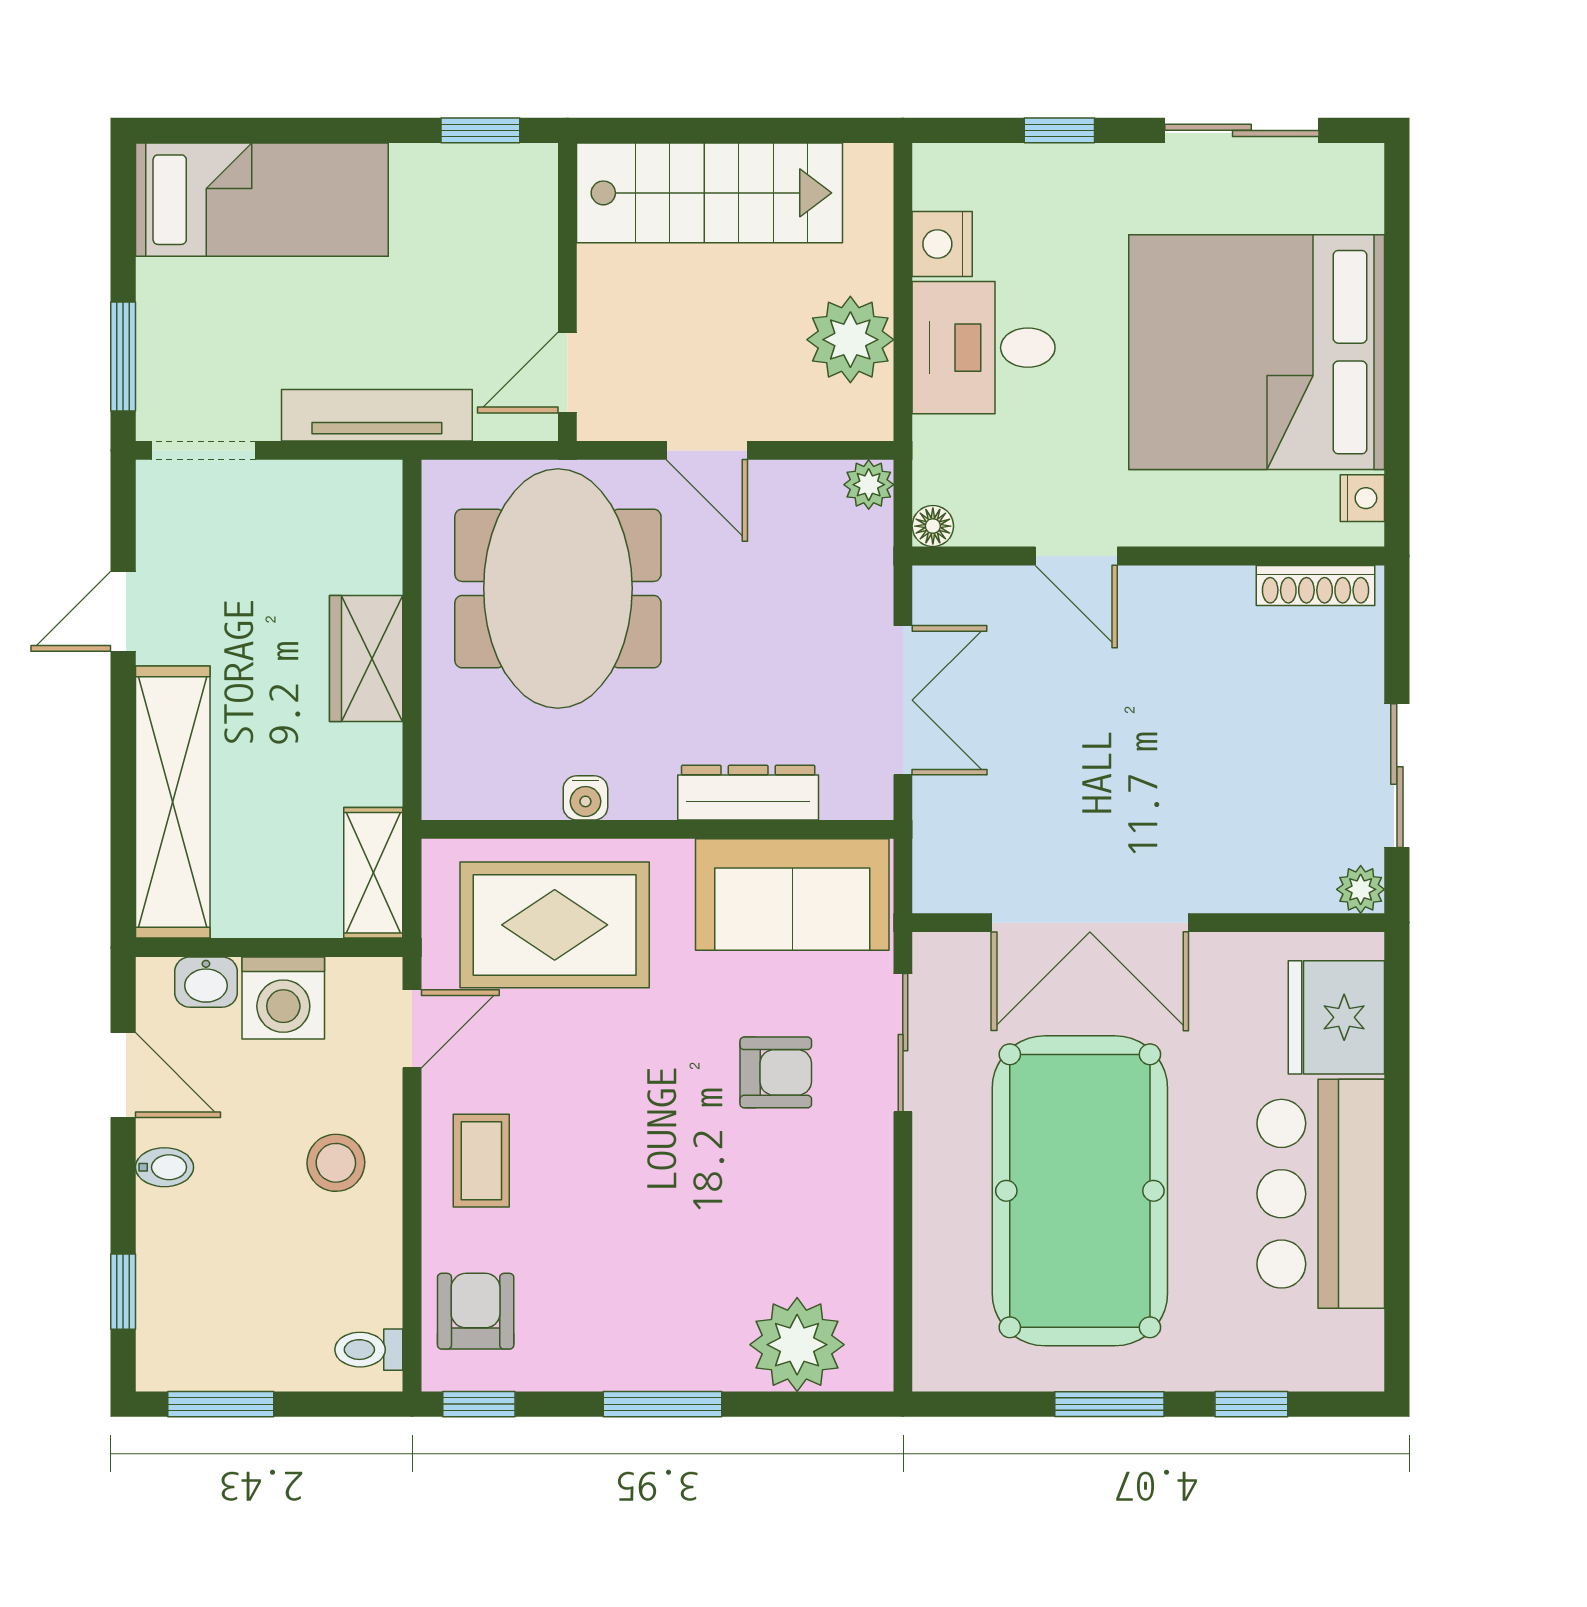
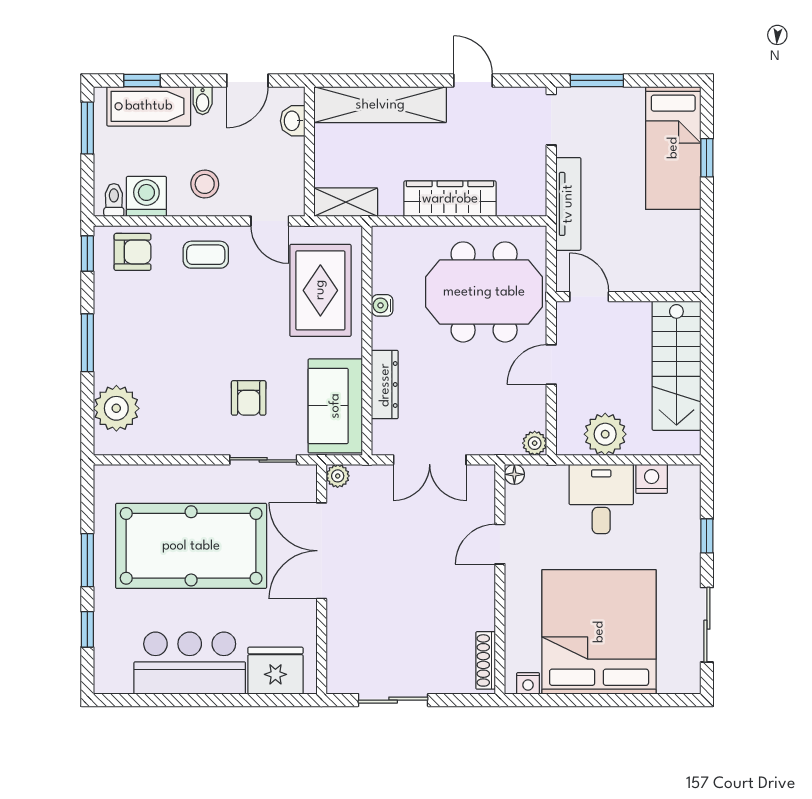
window: (480, 130) -> (707, 158), moved
wardrobe: (366, 659) -> (450, 199), width x1.50
plant: (1361, 889) -> (338, 476), moved
washing machine: (283, 998) -> (146, 196), moved, turned 90
bathtub: (176, 1278) -> (149, 106), added

